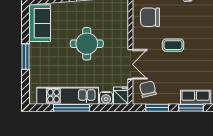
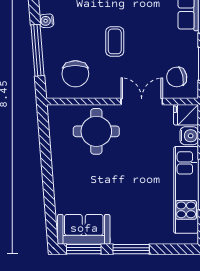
window: (26, 23) -> (84, 249), added
round table: (87, 44) -> (96, 131), moved

